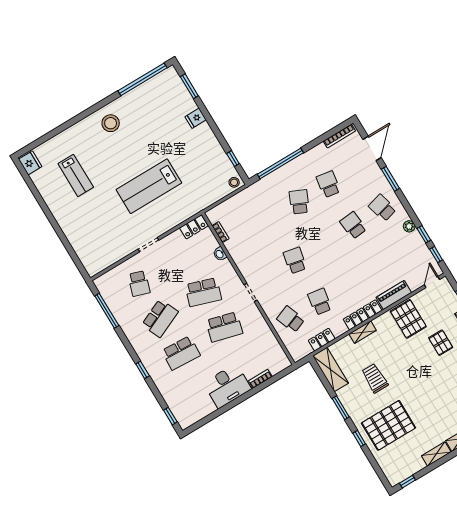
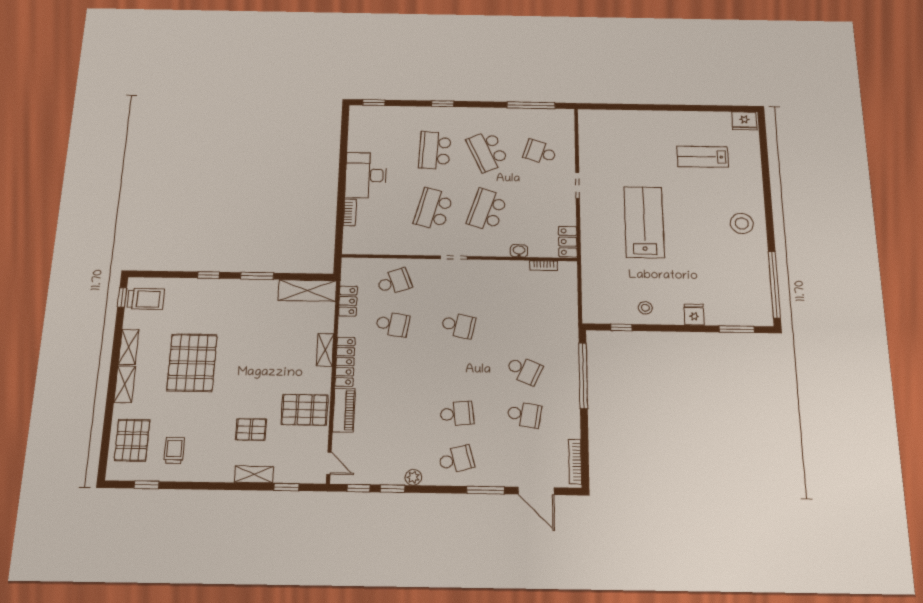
stool: (234, 182) -> (645, 308), moved
trolley: (375, 378) -> (146, 299), moved
pallet: (388, 425) -> (192, 363), moved

